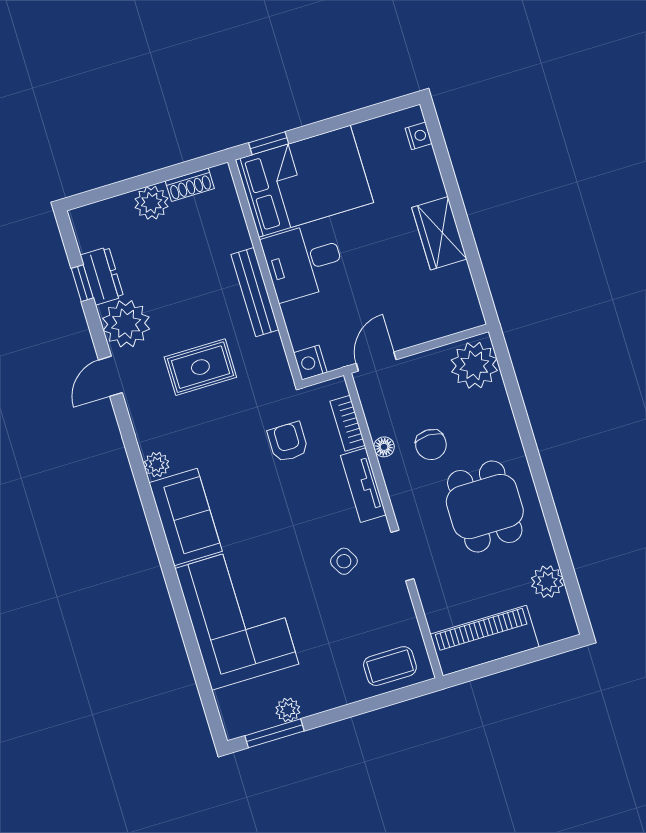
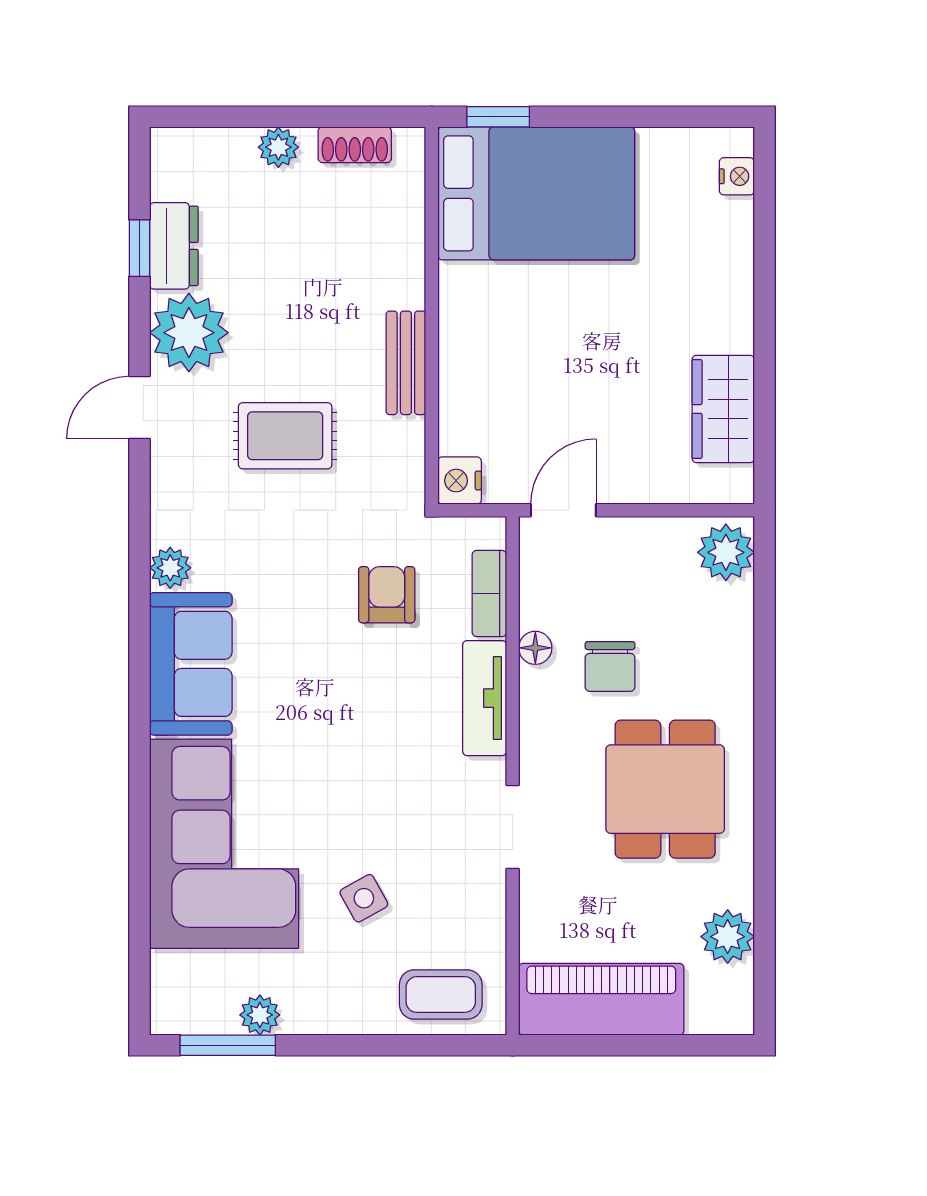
plant: (151, 203) -> (278, 147), width x0.73, depth x0.73
wardrobe: (439, 233) -> (723, 409), moved
desk: (304, 261) -> (497, 319), removed
bench: (255, 292) -> (406, 363), width x0.73
plant: (474, 365) -> (726, 552), width x0.73, depth x0.73
side table: (344, 561) -> (364, 898), moved

